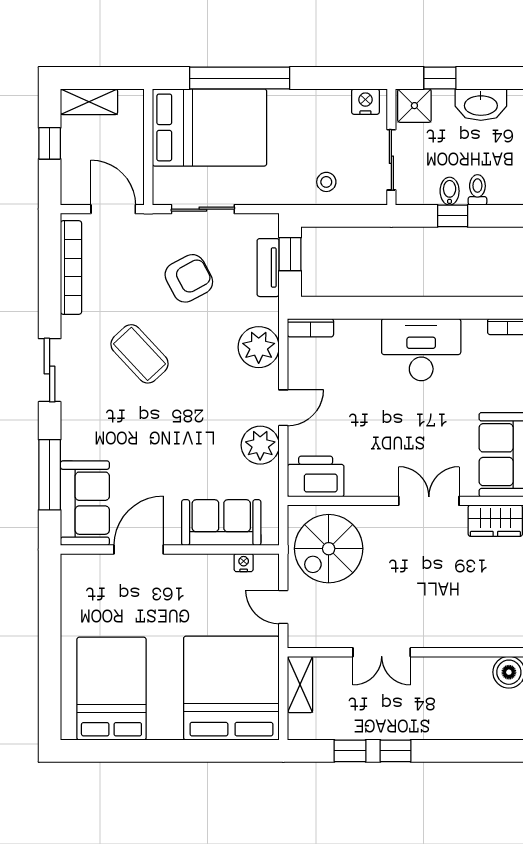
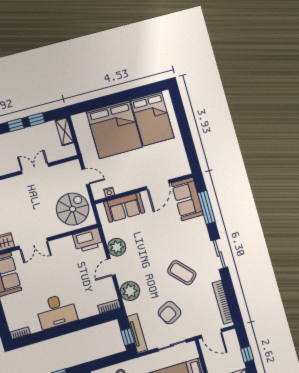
tv unit: (268, 268) -> (137, 333), width x1.41
shelving: (300, 684) -> (64, 131), moved
bed: (231, 688) -> (114, 129), moved

